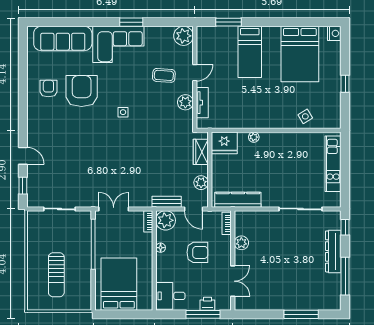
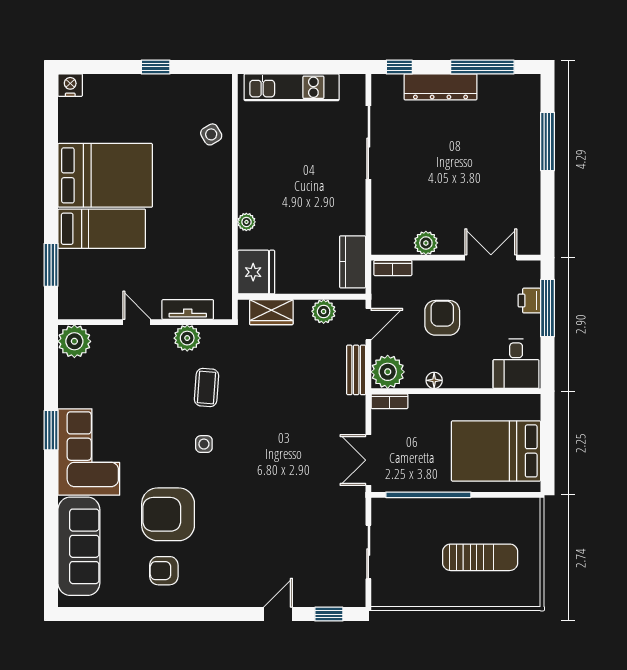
bed: (300, 54) -> (105, 175), moved
coffee table: (164, 75) -> (207, 387), moved
kitchen counter: (238, 200) -> (353, 262), width x0.67

